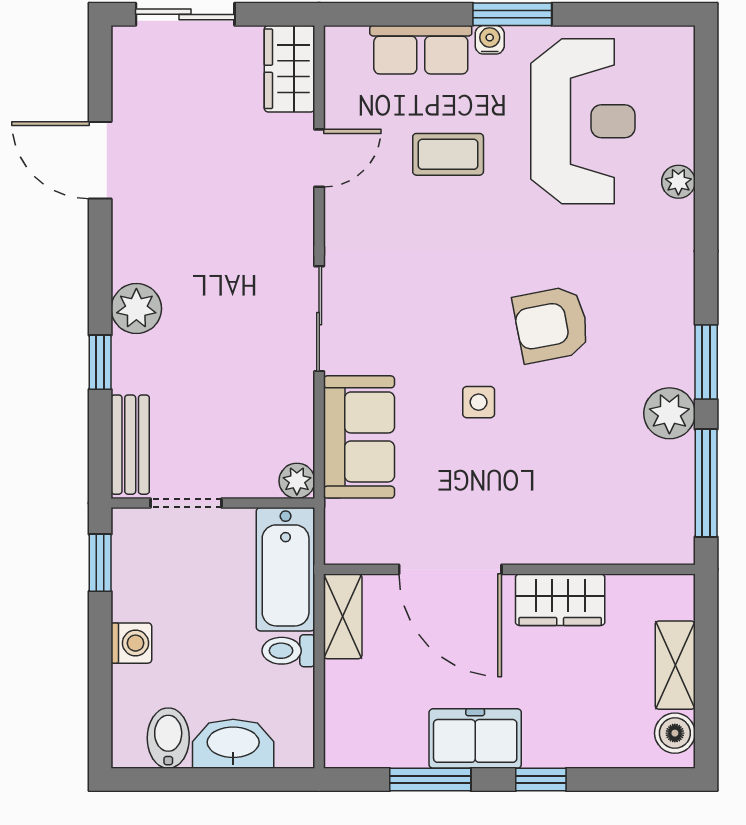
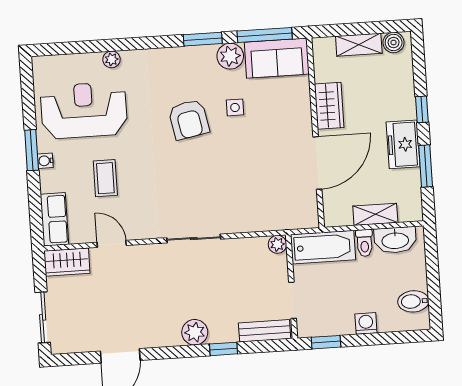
row of seats: (421, 50) -> (54, 219), moved
side table: (479, 402) -> (235, 107), moved
sofa: (359, 437) -> (277, 58), moved, turned 180
shelving: (343, 616) -> (375, 214), moved
washbasin: (233, 744) -> (395, 240), moved, turned -90

